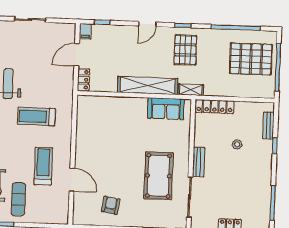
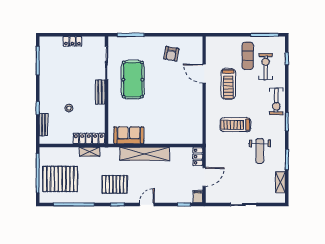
pallet: (185, 50) -> (115, 184), turned 90
shelving: (191, 90) -> (90, 152), moved
treadmill: (36, 116) -> (235, 125), turned 180

